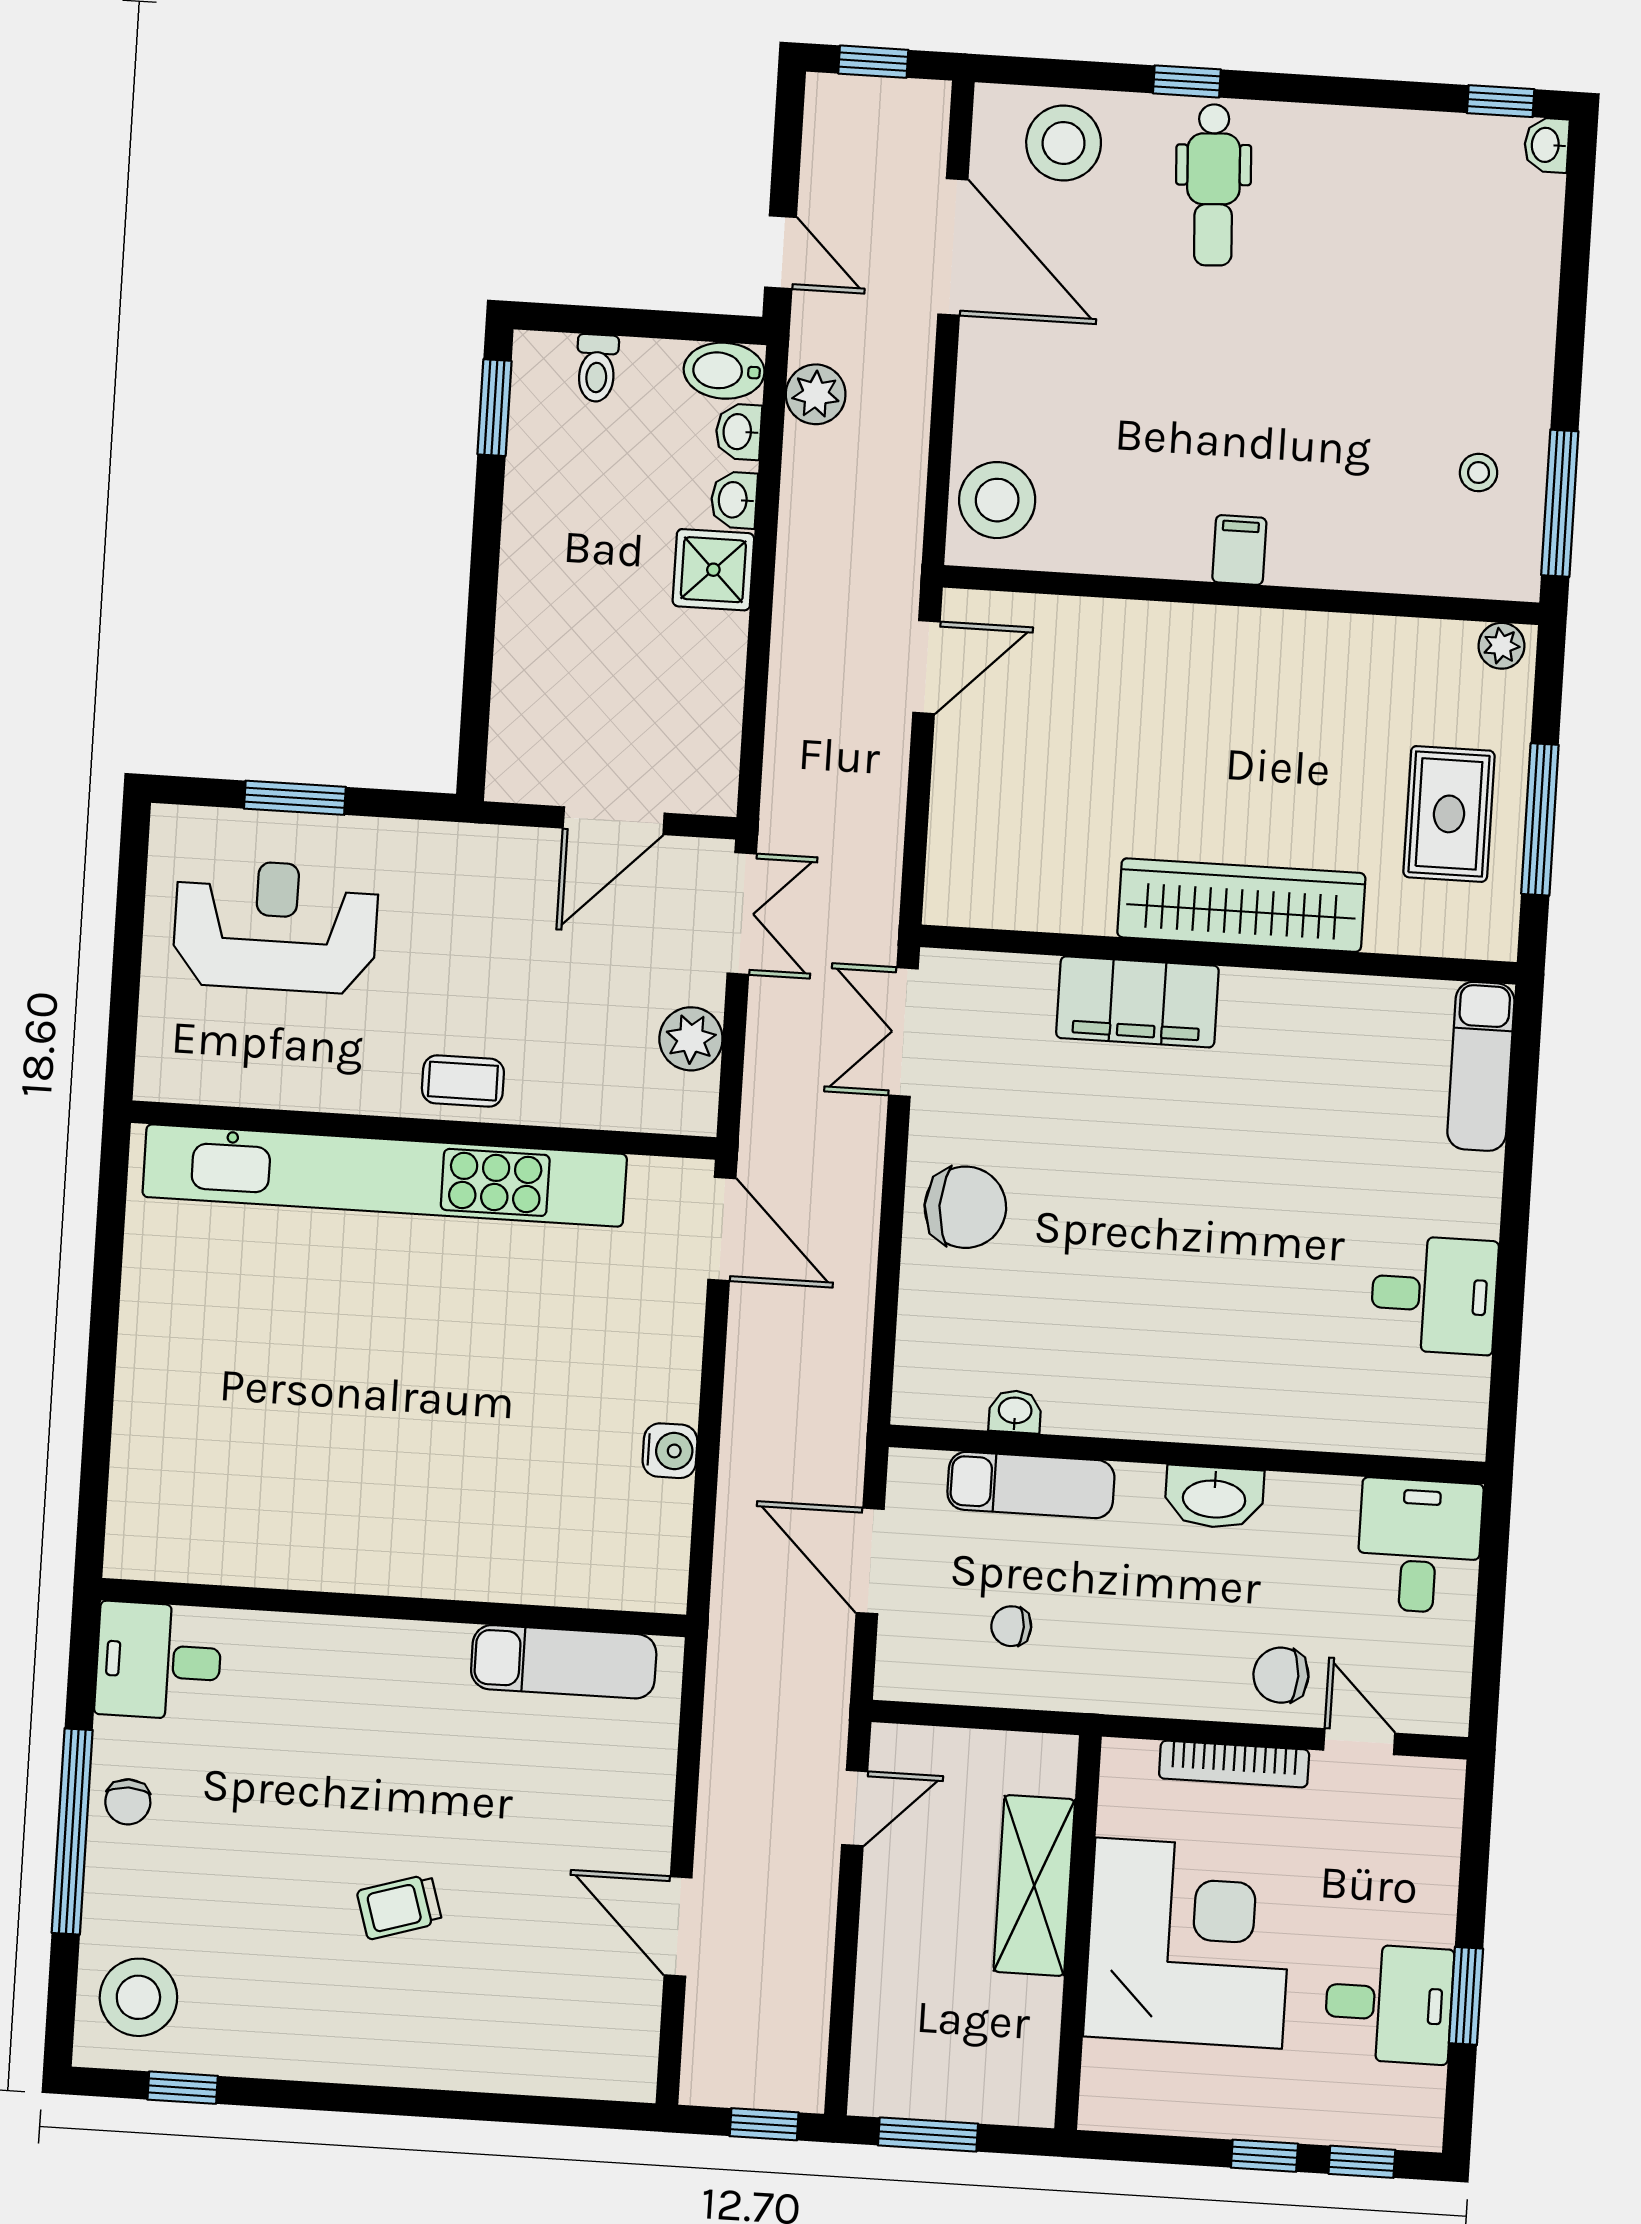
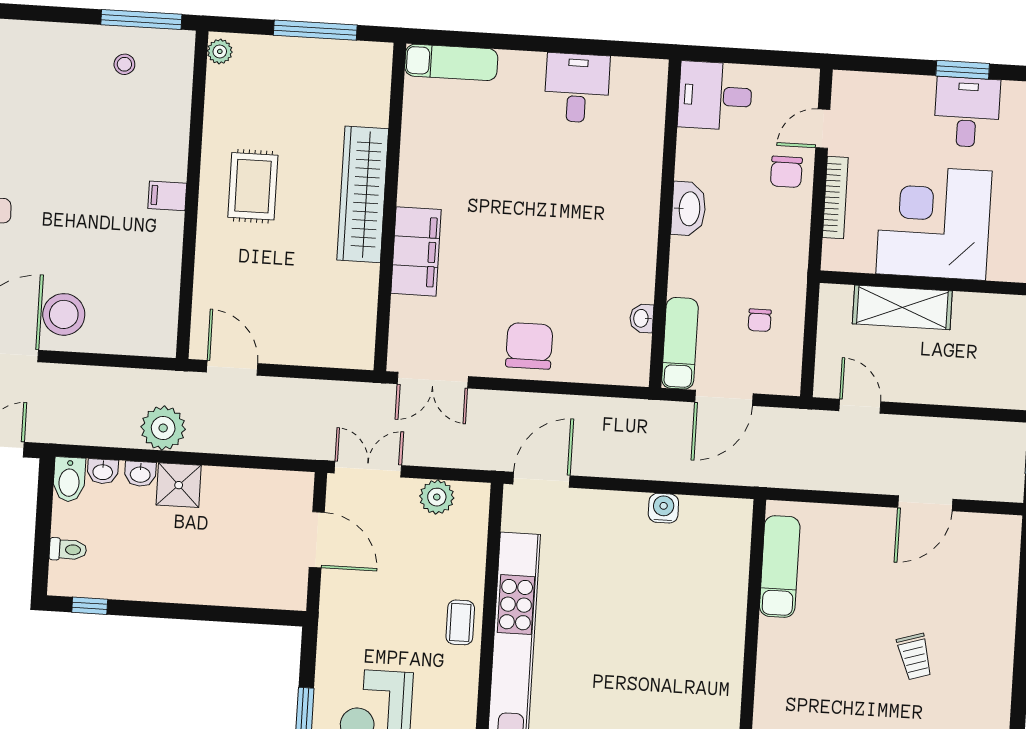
plant: (816, 394) -> (163, 428), moved, width x1.36, depth x1.36
window: (494, 408) -> (90, 606), width x0.67
stool: (997, 500) -> (64, 314), moved
rug: (1449, 814) -> (253, 186), moved, turned 90
exam couch: (1031, 1485) -> (680, 343), moved

